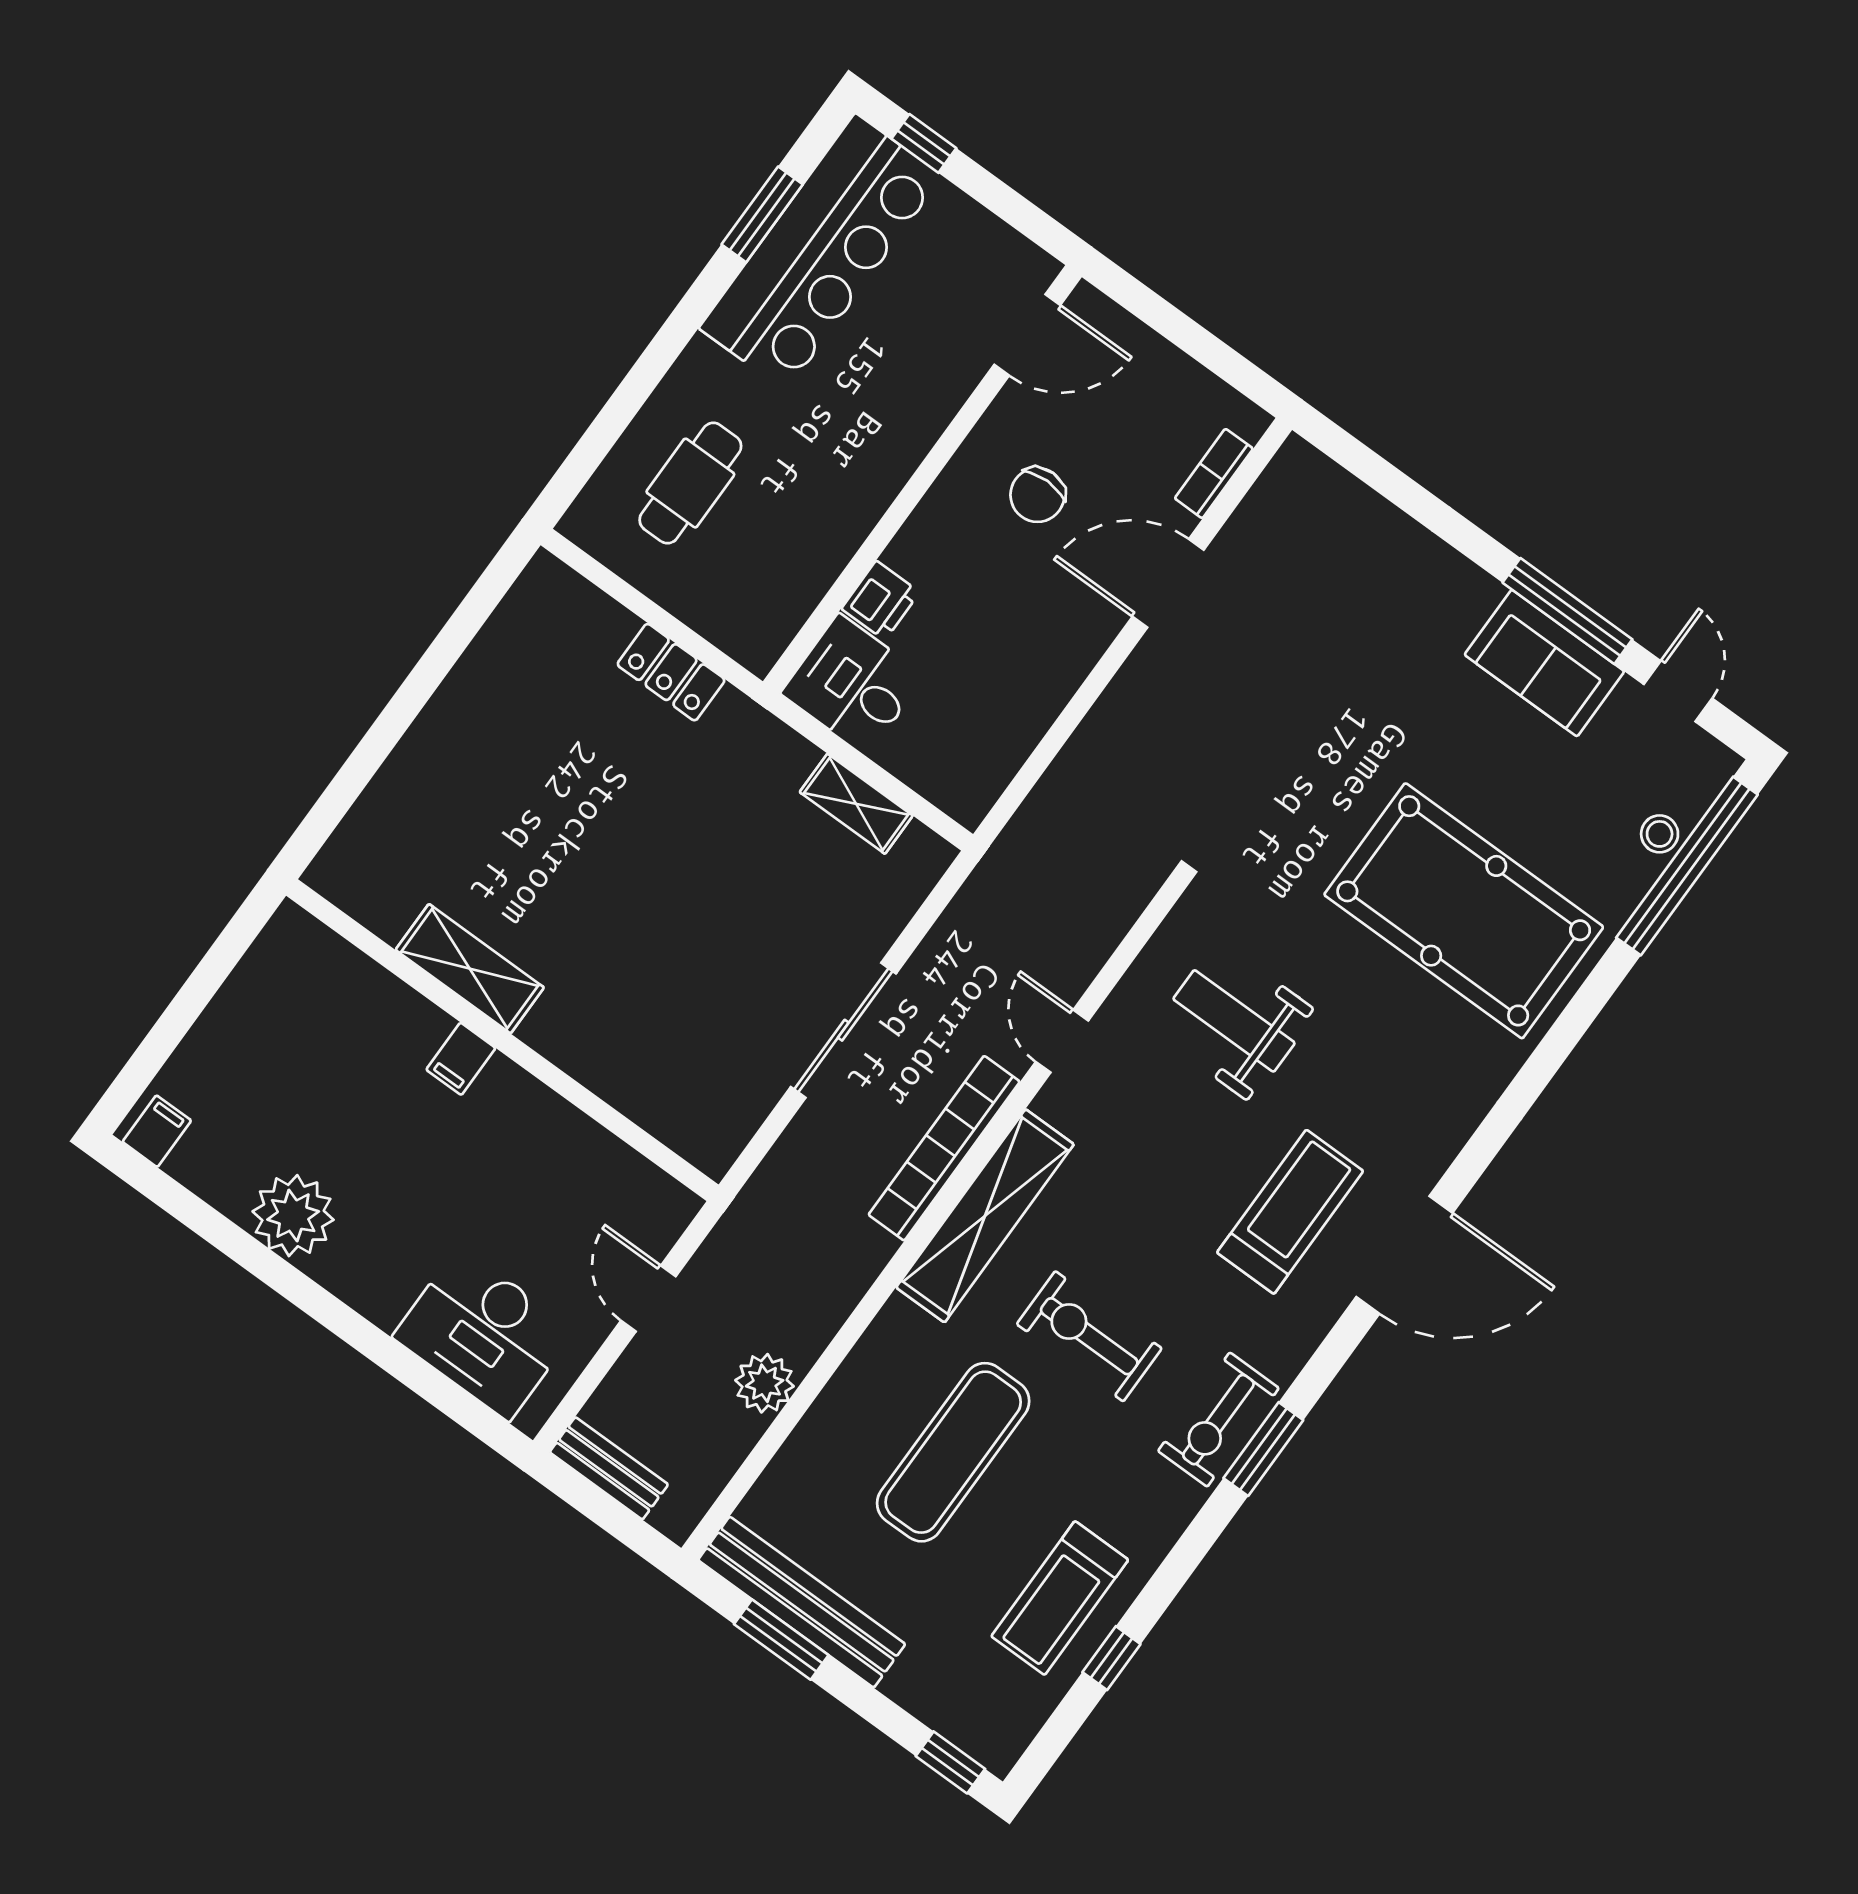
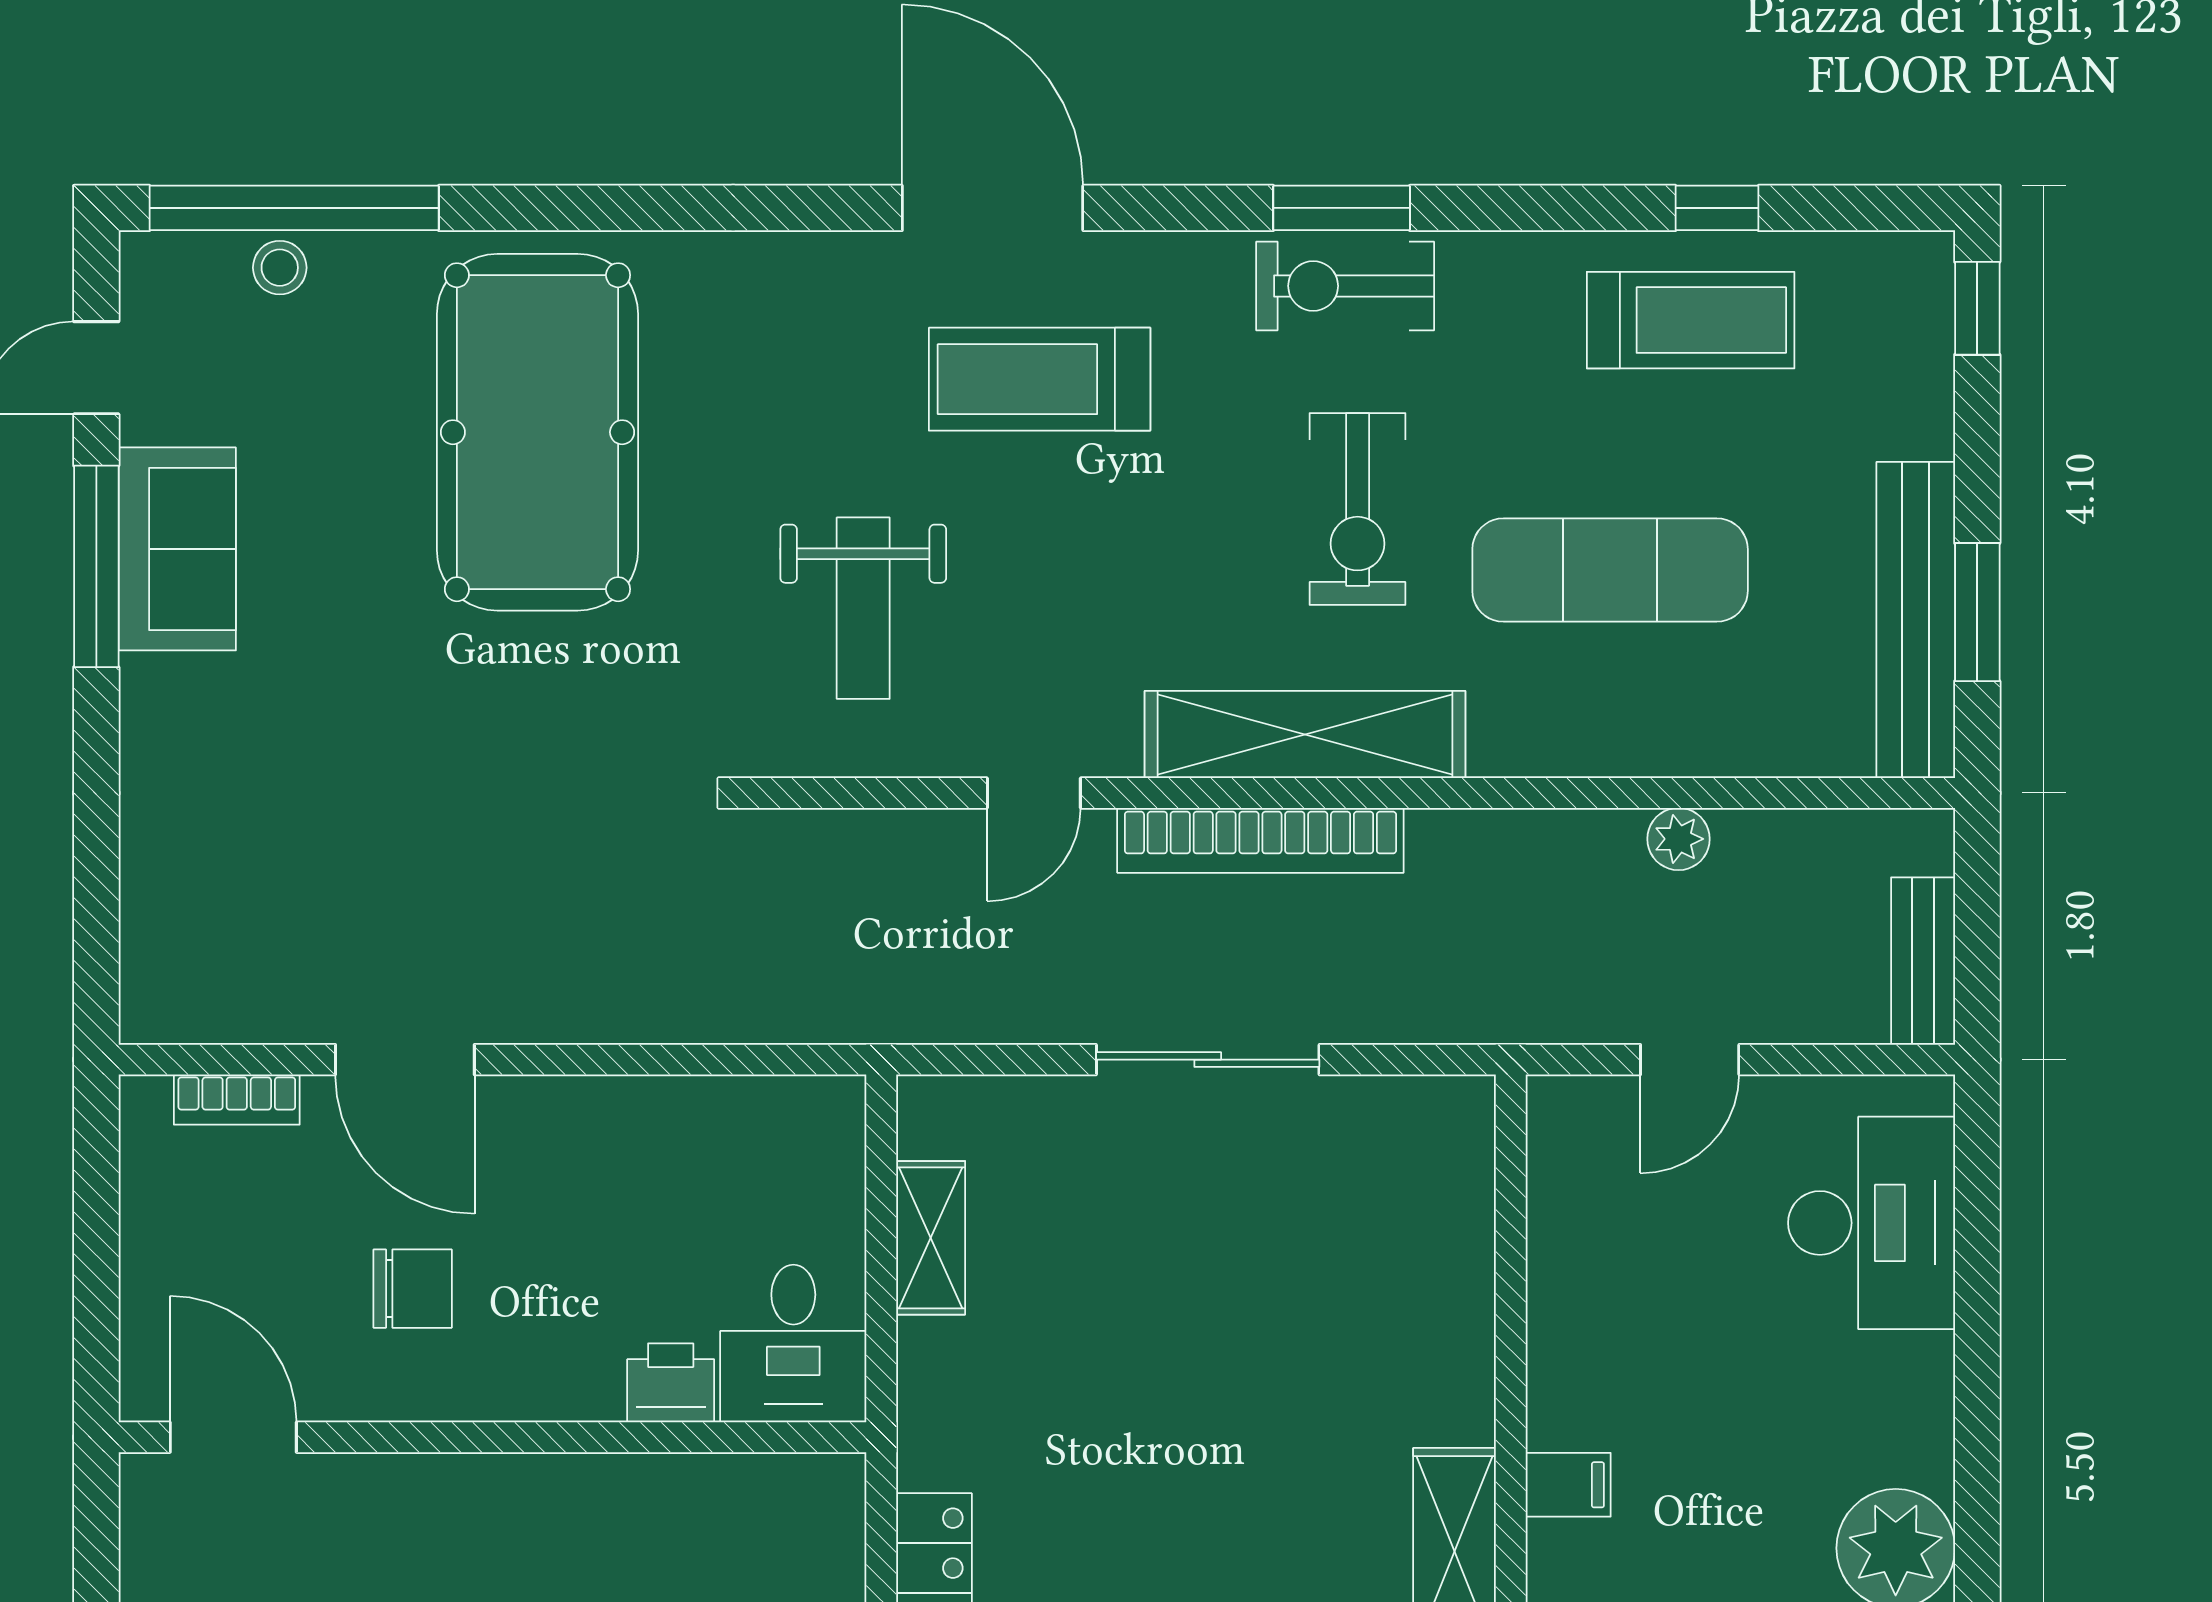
plant: (765, 1383) -> (1679, 839), width x0.73, depth x0.73
exercise bike: (1218, 1420) -> (1345, 286), turned 180

